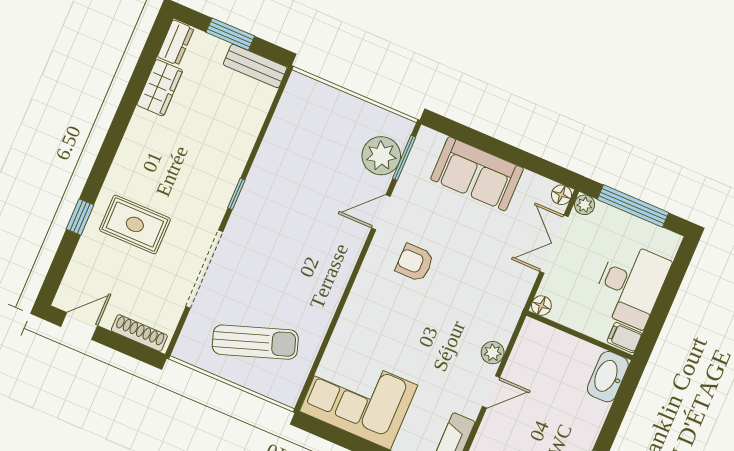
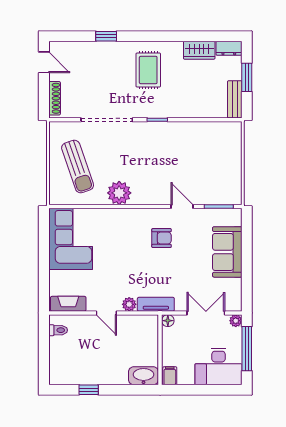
plant: (381, 156) -> (119, 193), moved
floor lamp: (561, 195) -> (236, 305), removed
rug: (135, 224) -> (148, 70), moved
armchair: (415, 263) -> (162, 238), turned 90
desk: (631, 285) -> (218, 366), moved
tv unit: (509, 313) -> (156, 304), added

